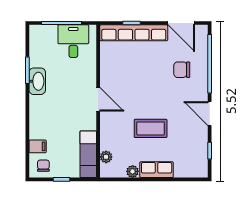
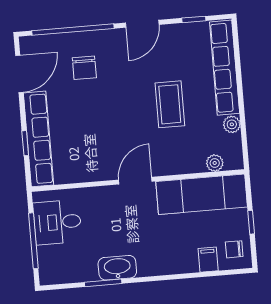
exam couch: (88, 154) -> (202, 194), width x1.36, depth x1.45
row of seats: (157, 170) -> (225, 68), width x2.02

